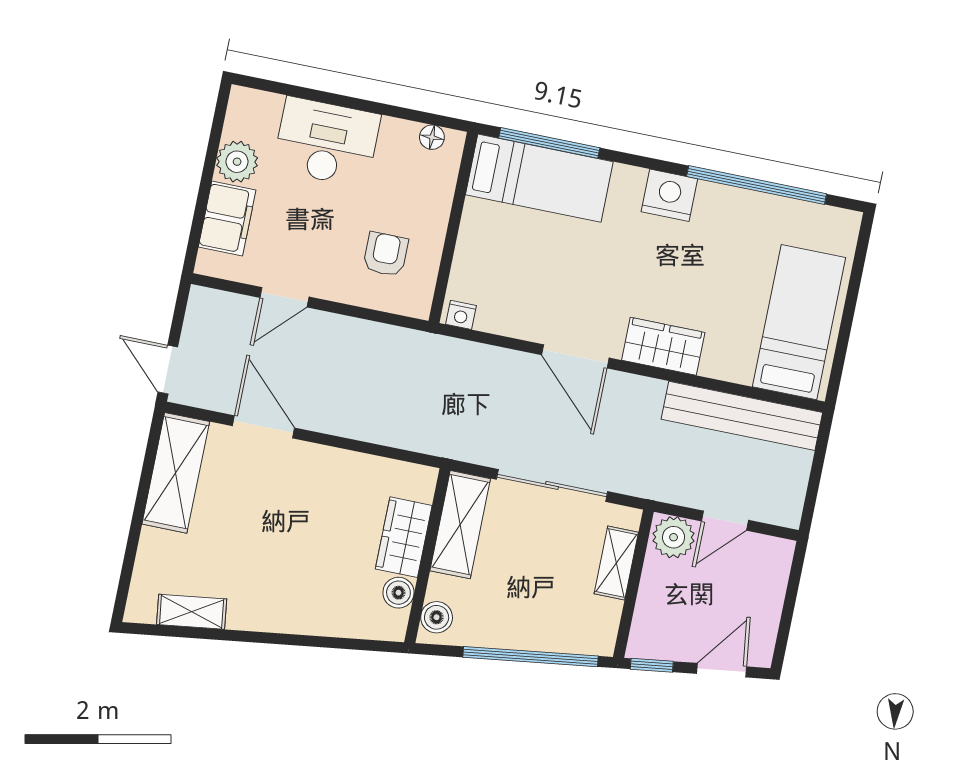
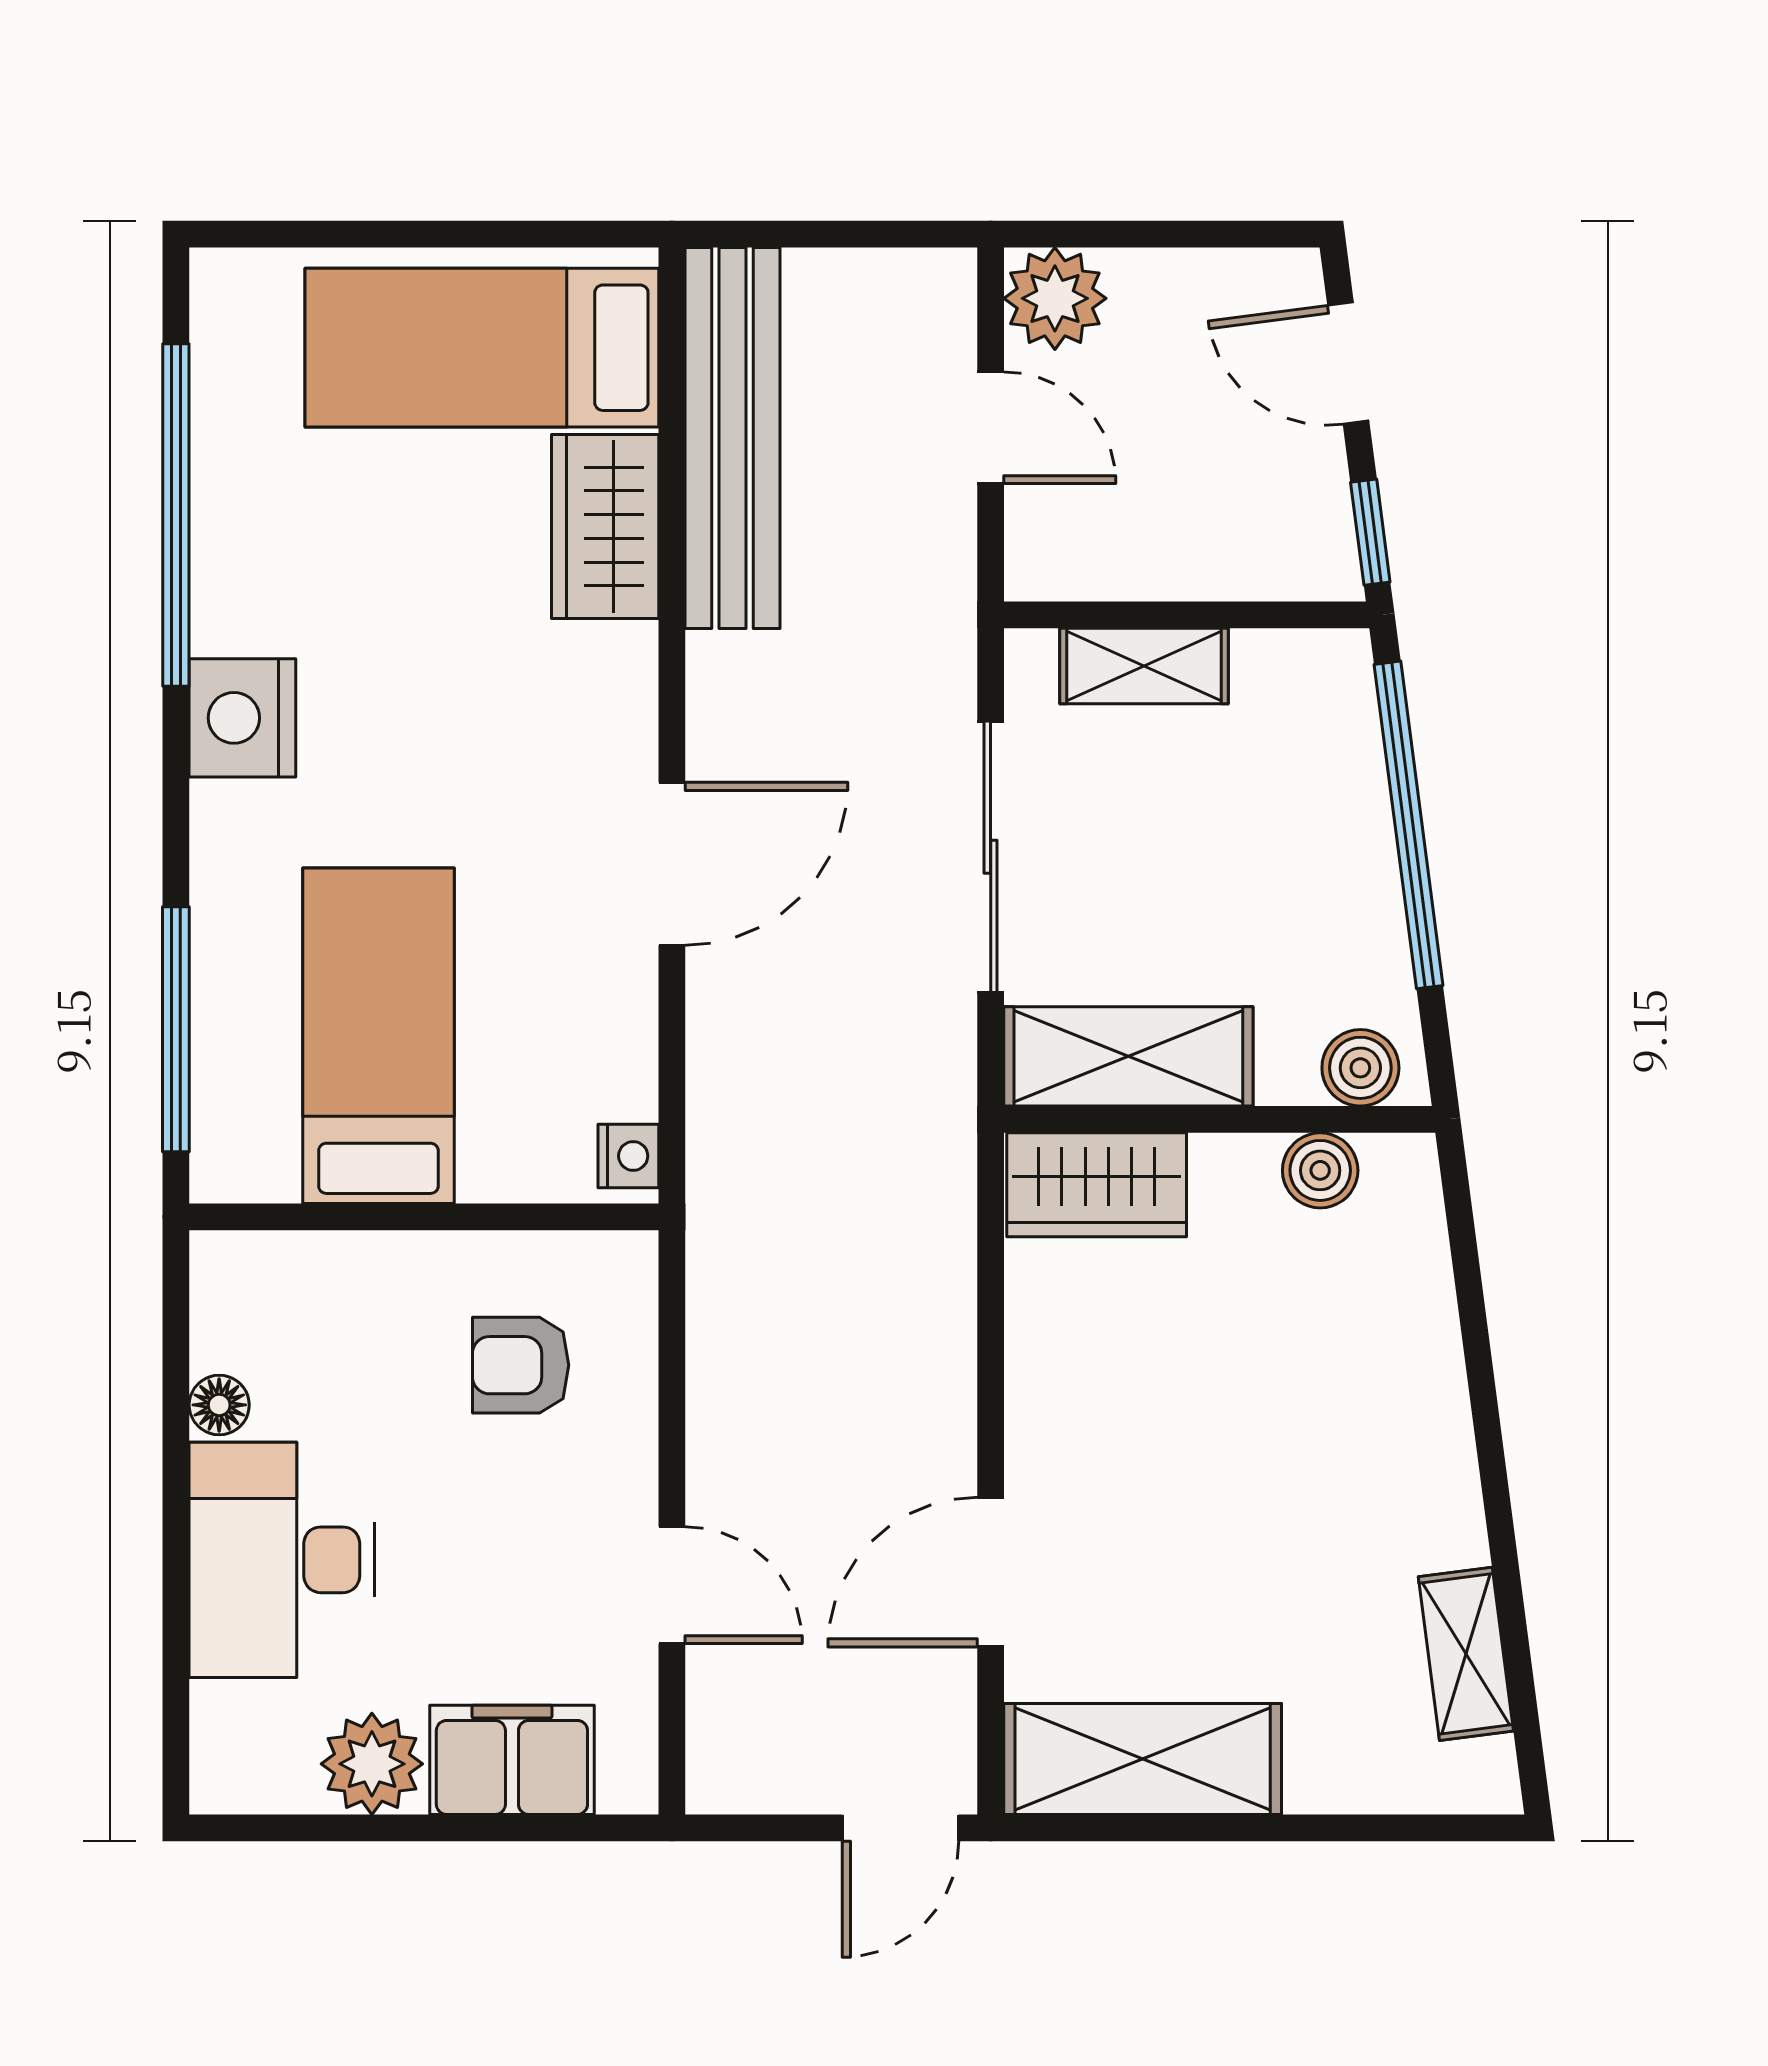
floor lamp: (432, 137) -> (219, 1405), moved
bed: (539, 178) -> (378, 1036), moved
wardrobe: (663, 346) -> (605, 526), moved
wardrobe: (404, 537) -> (1097, 1185), moved
plant: (674, 537) -> (1055, 298), moved

